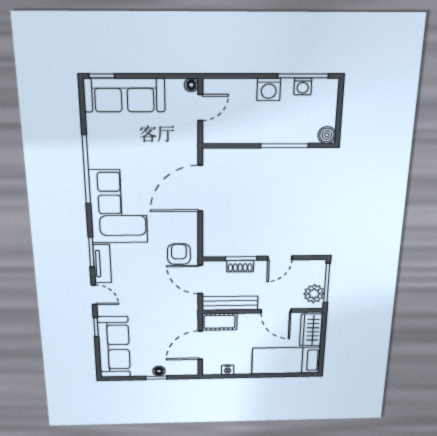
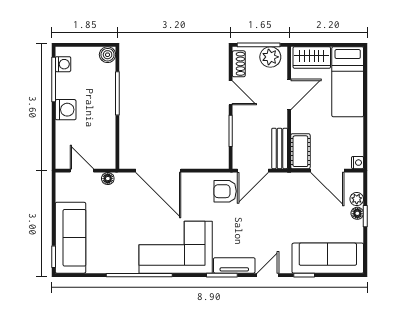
floor lamp: (191, 85) -> (108, 179), moved
washing machine: (303, 86) -> (63, 64), moved
shoe rack: (240, 266) -> (239, 64), moved
bench: (230, 303) -> (280, 148), width x0.73
plant: (173, 370) -> (357, 199), added
nightstand: (228, 370) -> (358, 163), moved

